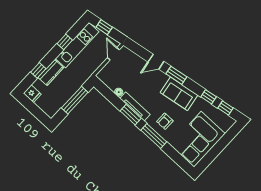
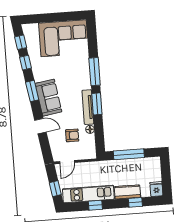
window: (176, 75) -> (32, 91), moved
sofa: (179, 94) -> (48, 98), moved
armchair: (165, 121) -> (72, 135), moved

